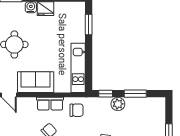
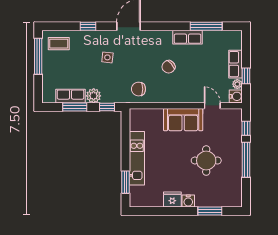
kitchen unit: (78, 68) -> (137, 158), moved
row of seats: (50, 104) -> (71, 96), moved

